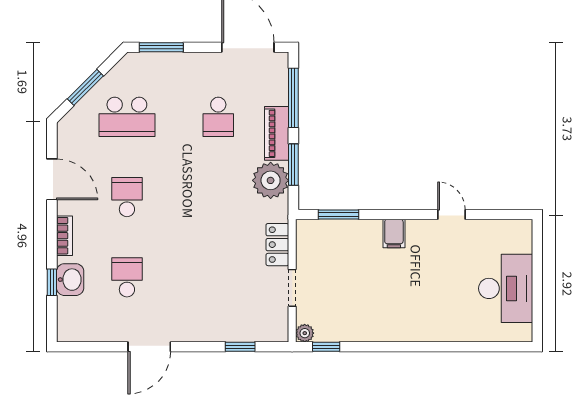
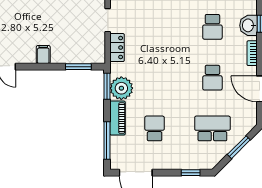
window: (161, 47) -> (191, 173), width x0.67
window: (293, 165) -> (107, 86), moved

